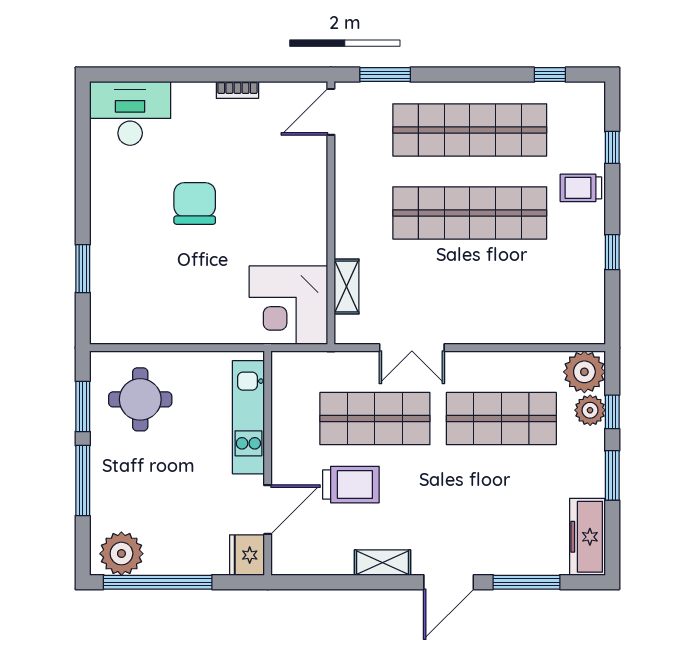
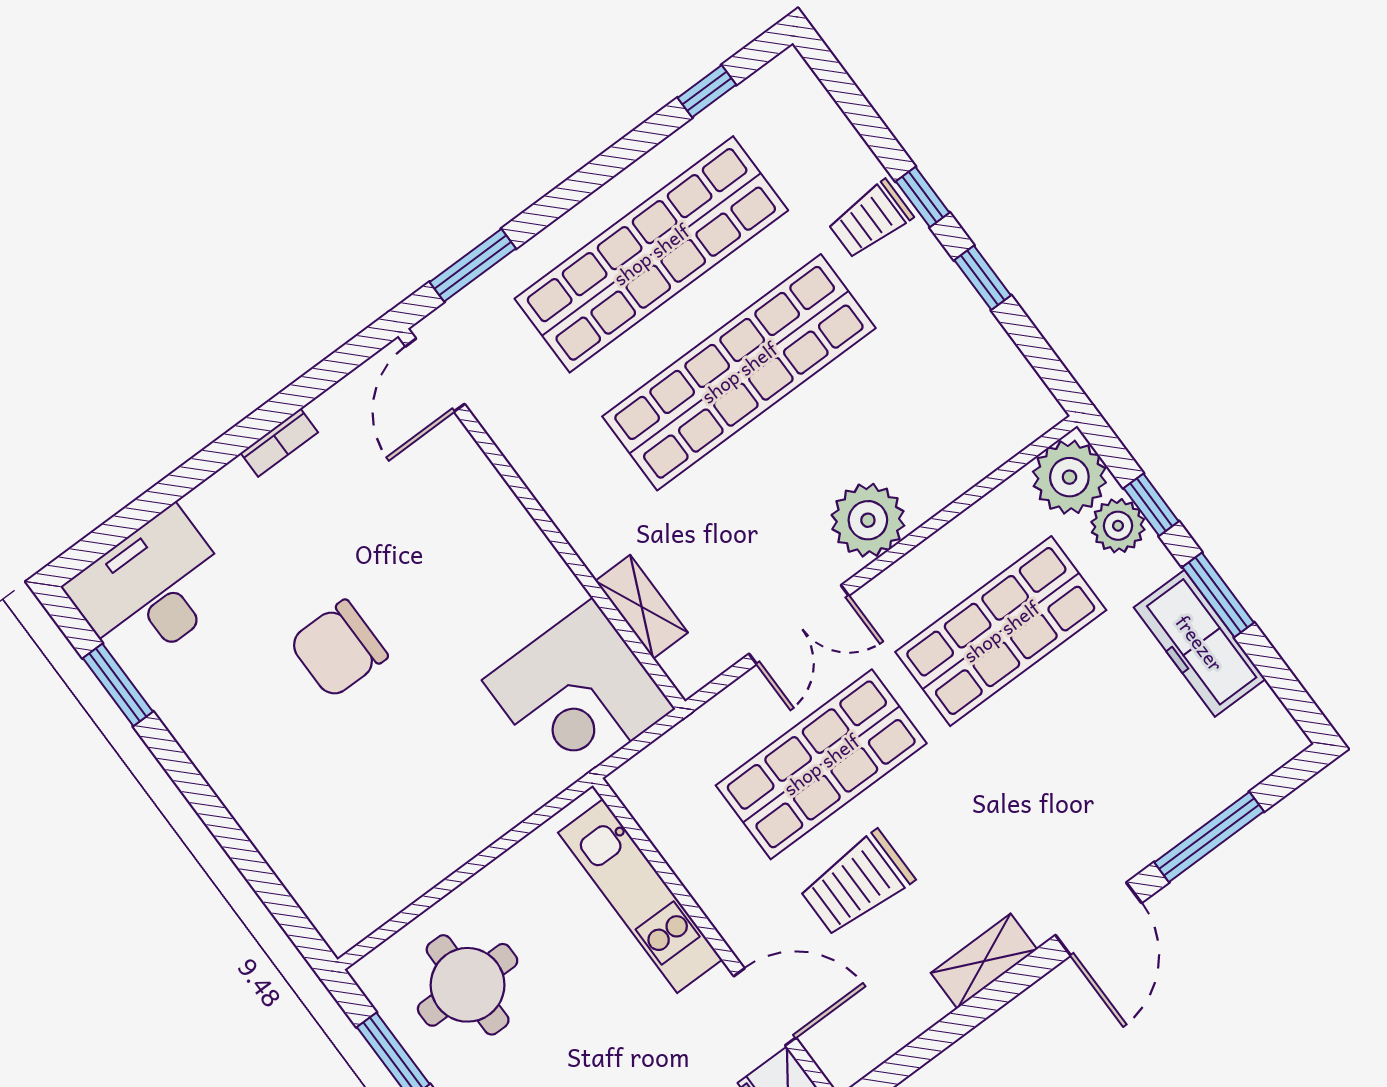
window: (612, 147) -> (923, 197), moved
chair: (195, 203) -> (338, 649), turned -90
window: (83, 269) -> (118, 685), moved
plant: (478, 323) -> (868, 520), added
trolley: (351, 485) -> (857, 883), turned 180
door: (268, 510) -> (765, 1007), hinge flipped
freezer: (587, 537) -> (1200, 643), moved

